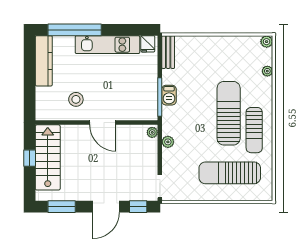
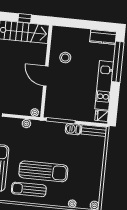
kitchen counter: (44, 61) -> (103, 37), width x0.67
barbecue: (169, 95) -> (73, 129), moved
door: (103, 123) -> (46, 76), hinge flipped

